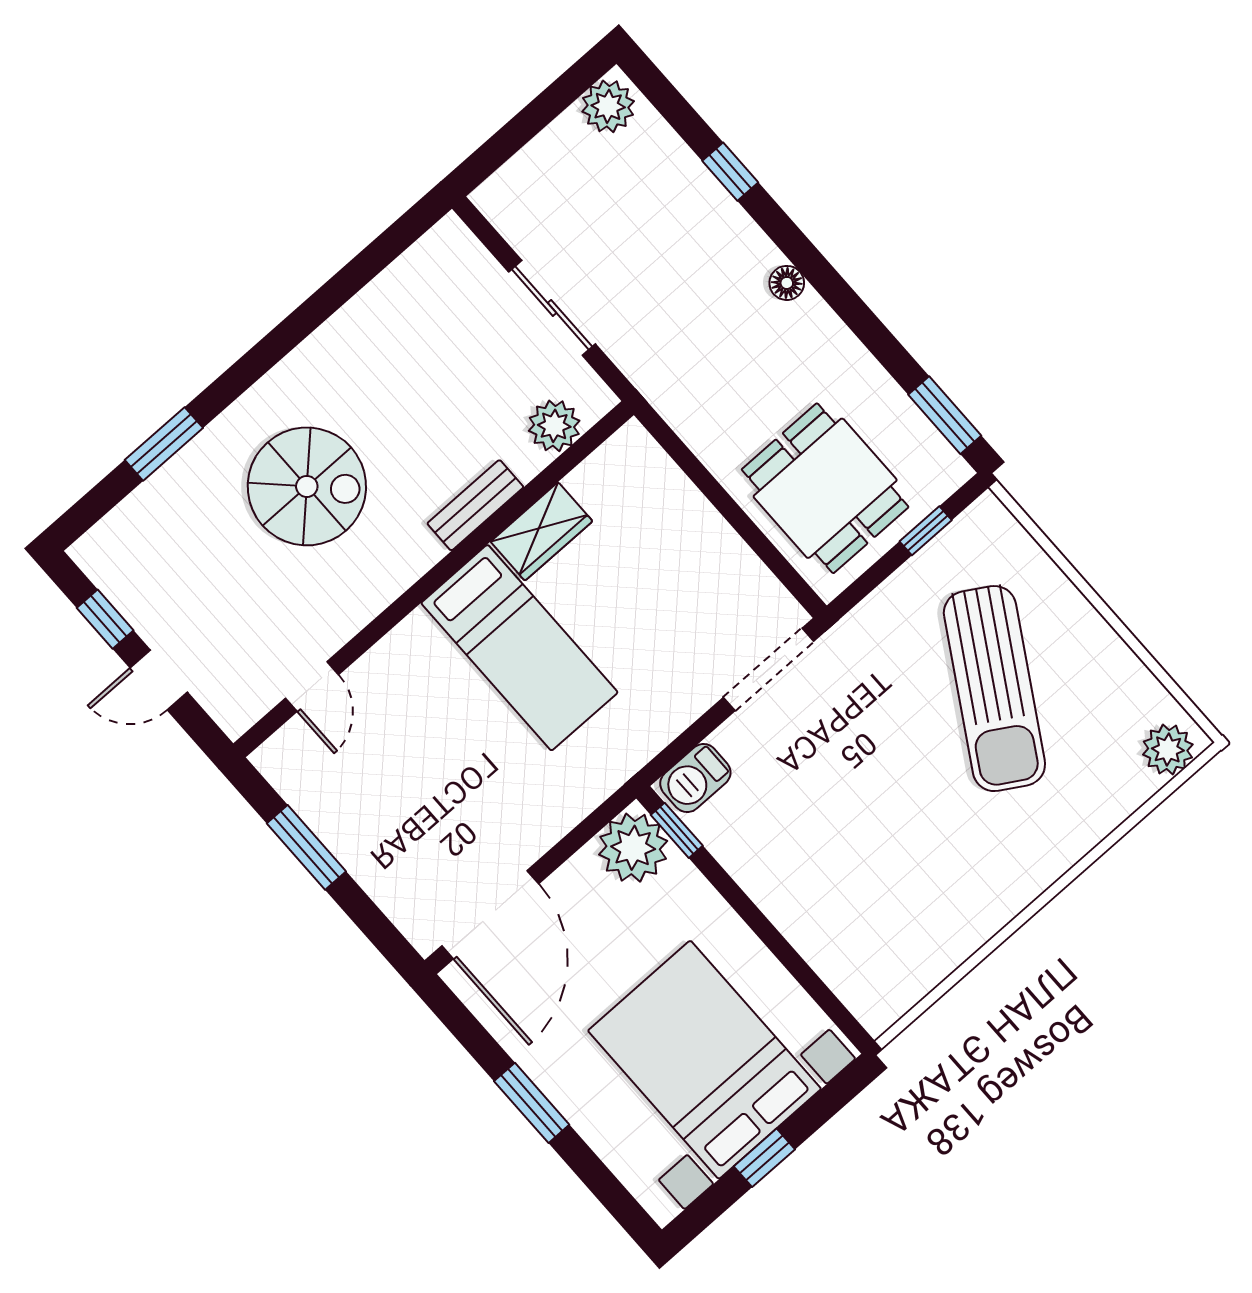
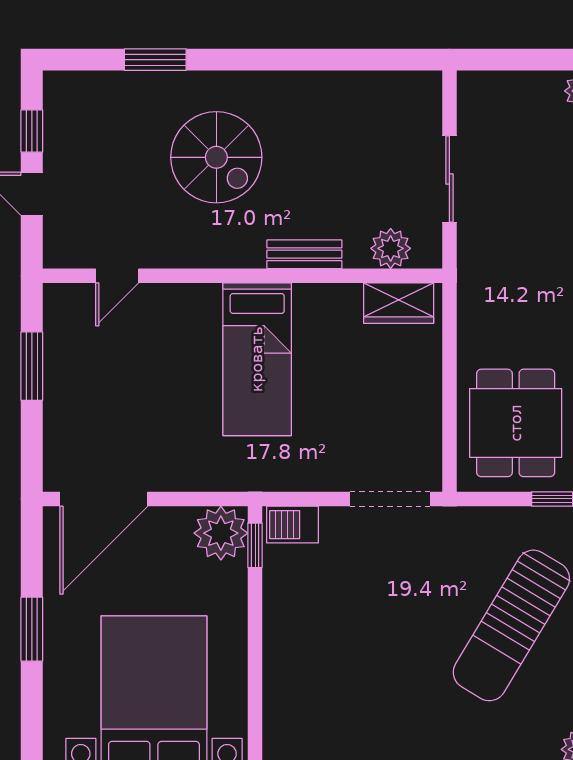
wardrobe: (541, 531) -> (399, 303), moved

